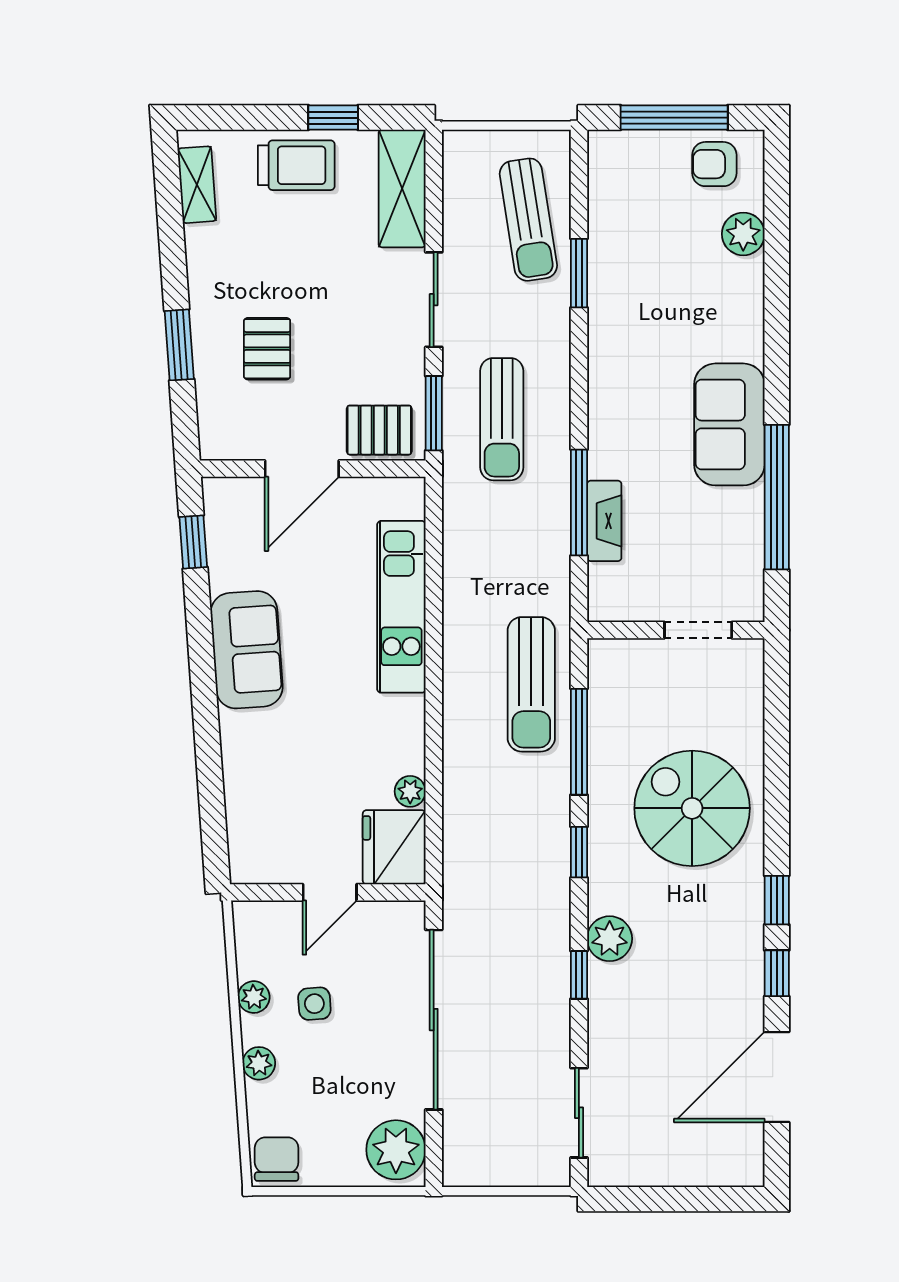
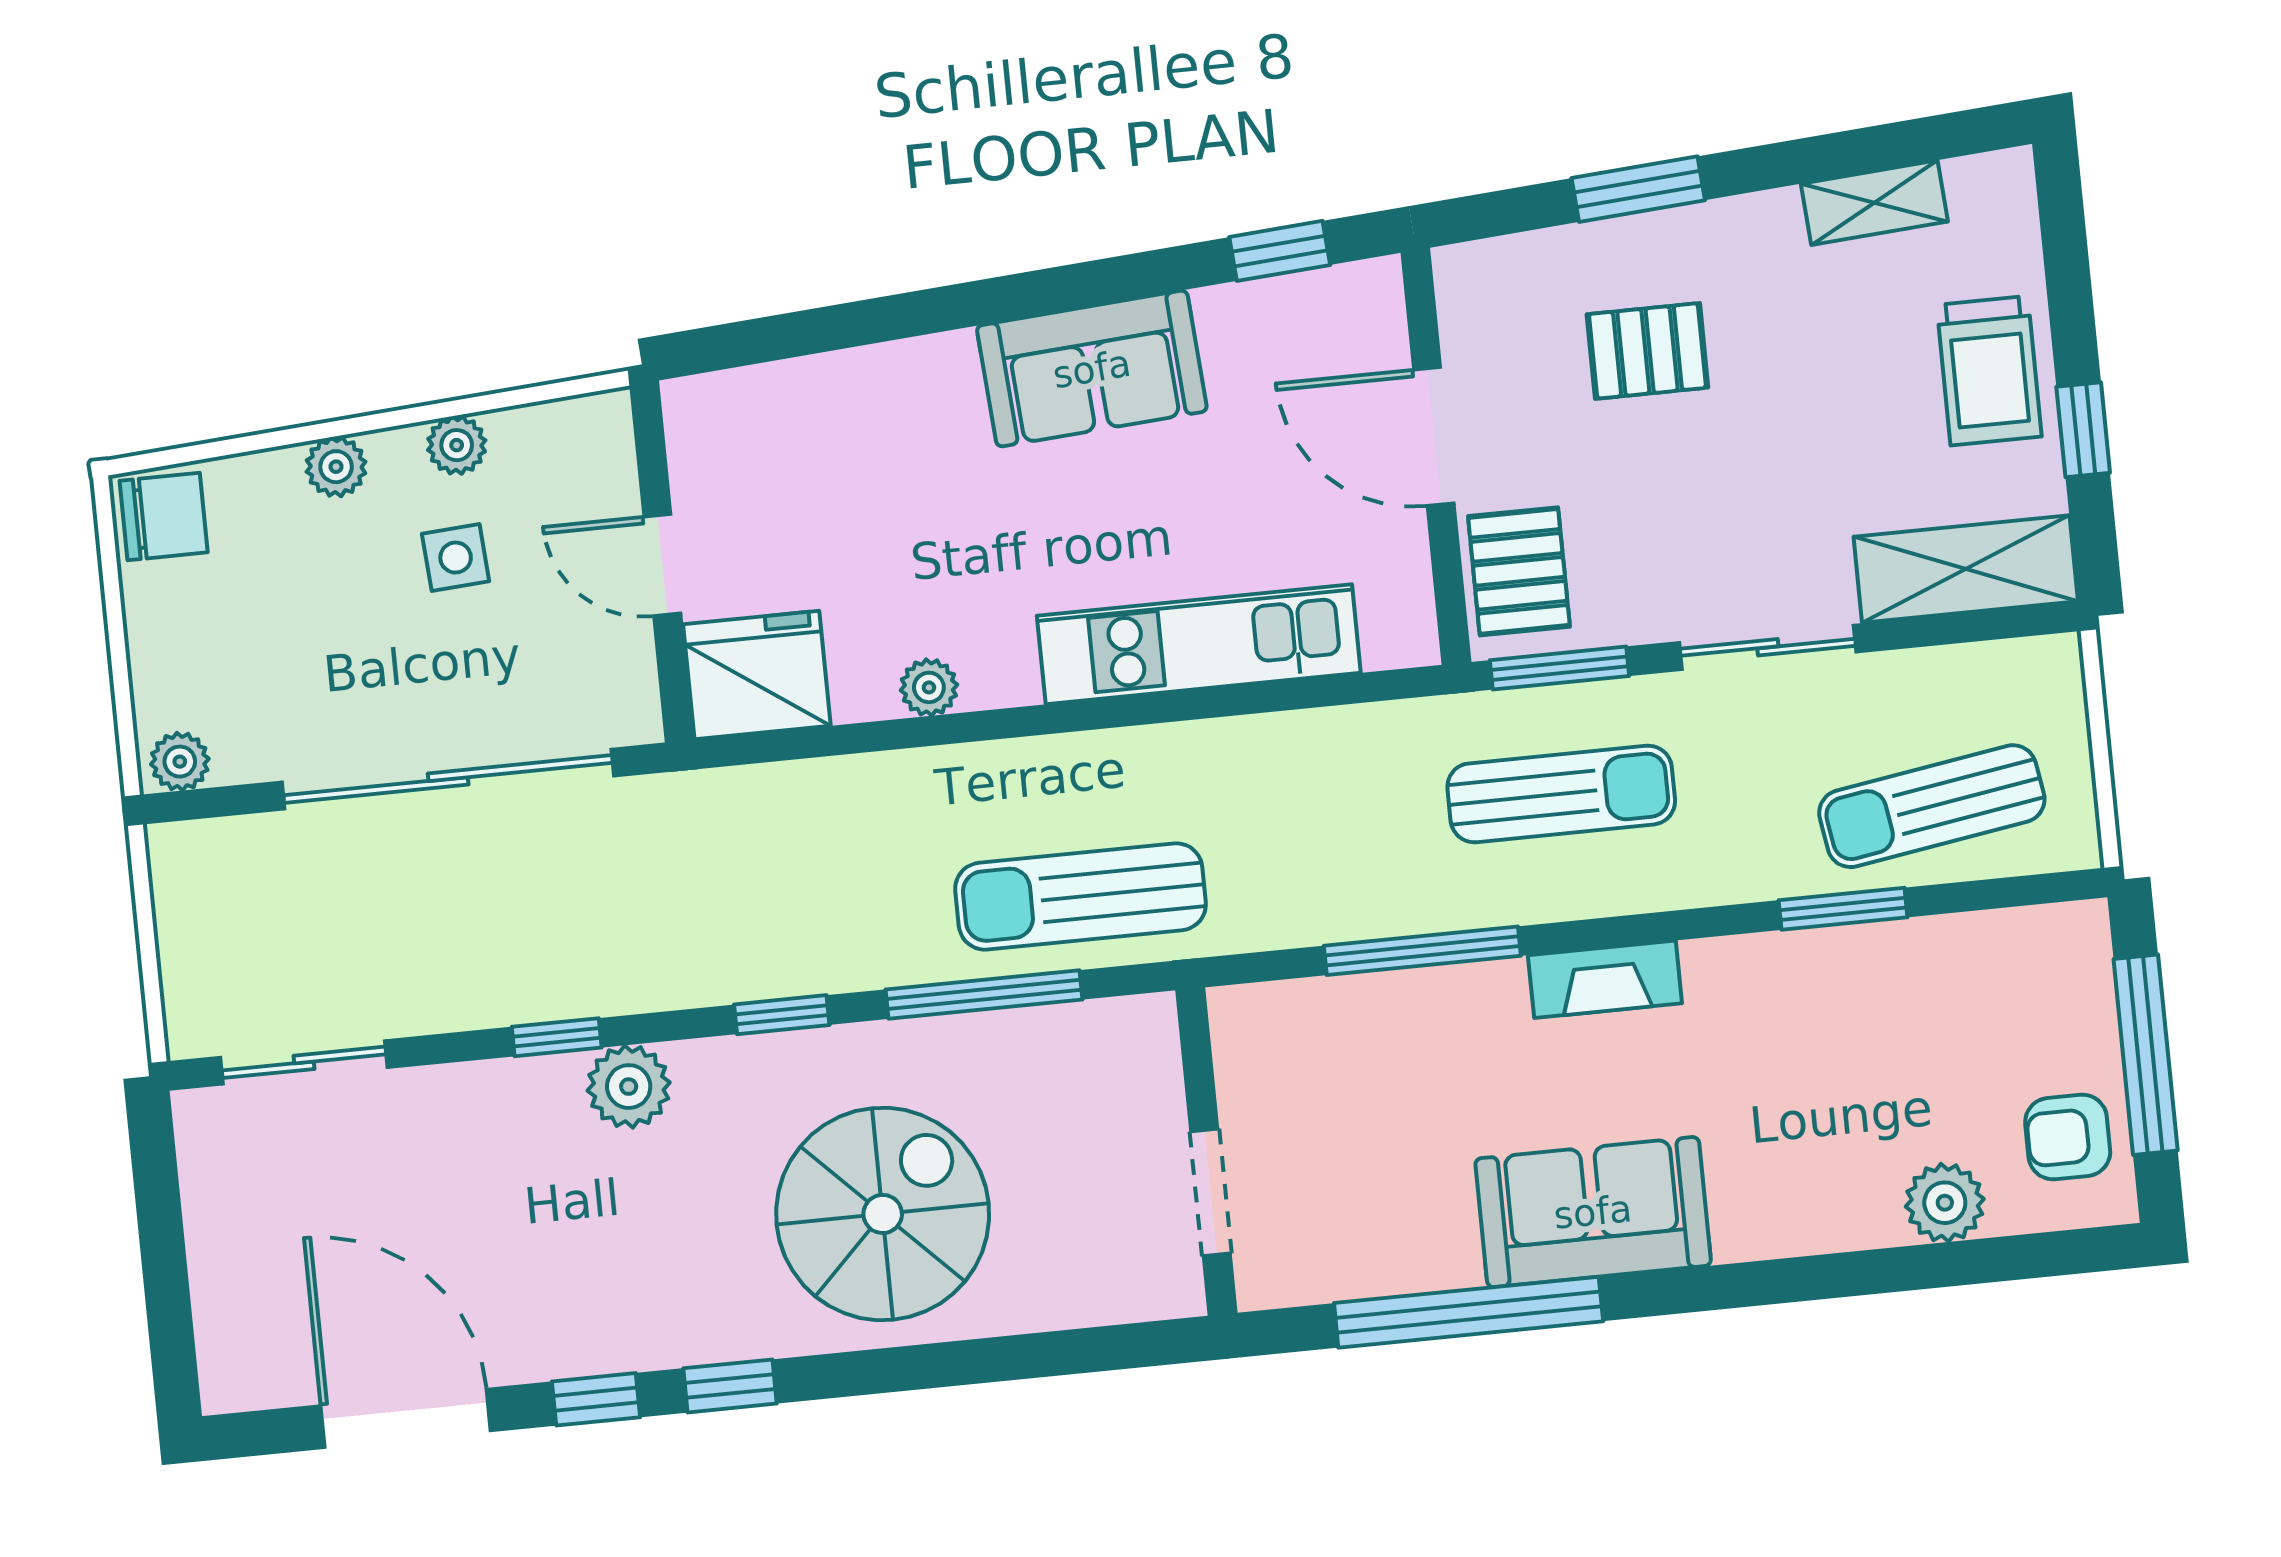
armchair: (714, 164) -> (2068, 1137), turned -90
shelving: (197, 185) -> (1874, 203), moved
sun lounger: (502, 419) -> (1561, 794), turned 180
fireplace: (604, 521) -> (1605, 979), moved
plant: (410, 791) -> (929, 687), moved
plant: (396, 1150) -> (180, 762), width x0.53, depth x0.53

